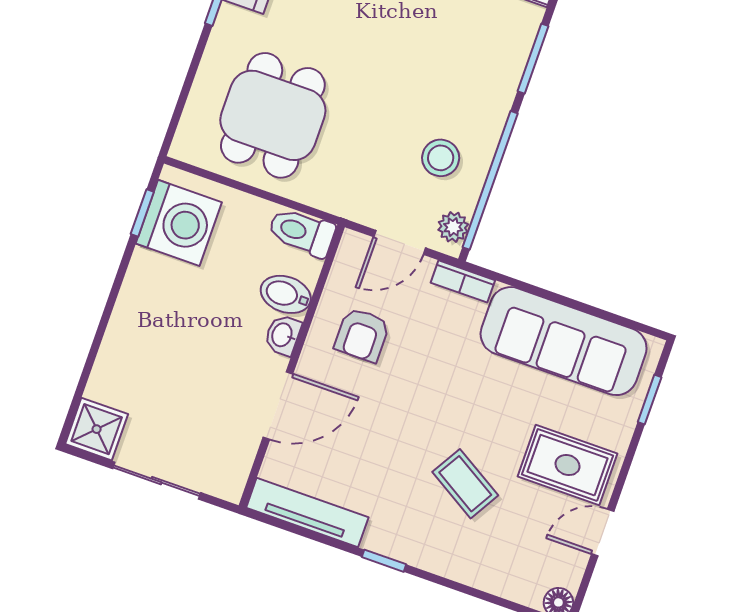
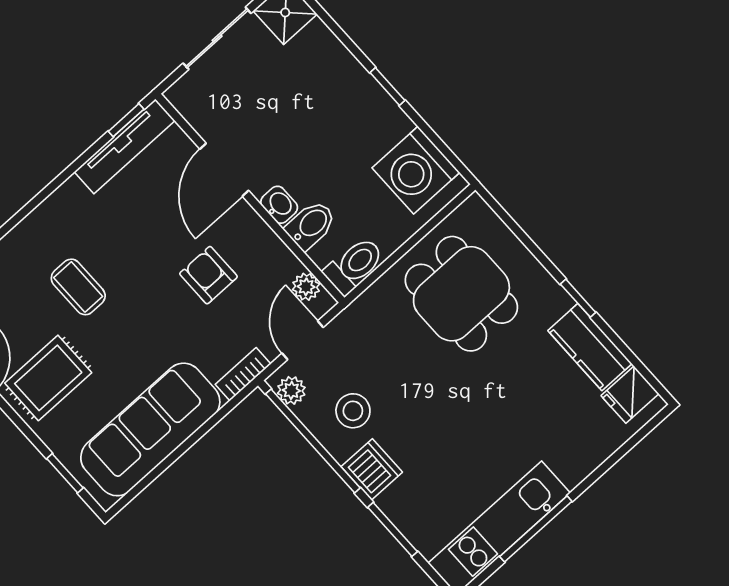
dishwasher: (487, 110) -> (372, 469), added
window: (142, 213) -> (387, 87), moved
plant: (347, 267) -> (306, 287), added
armchair: (362, 335) -> (208, 275), moved
coffee table: (465, 484) -> (78, 287), turned 59
window: (384, 561) -> (126, 120), moved

